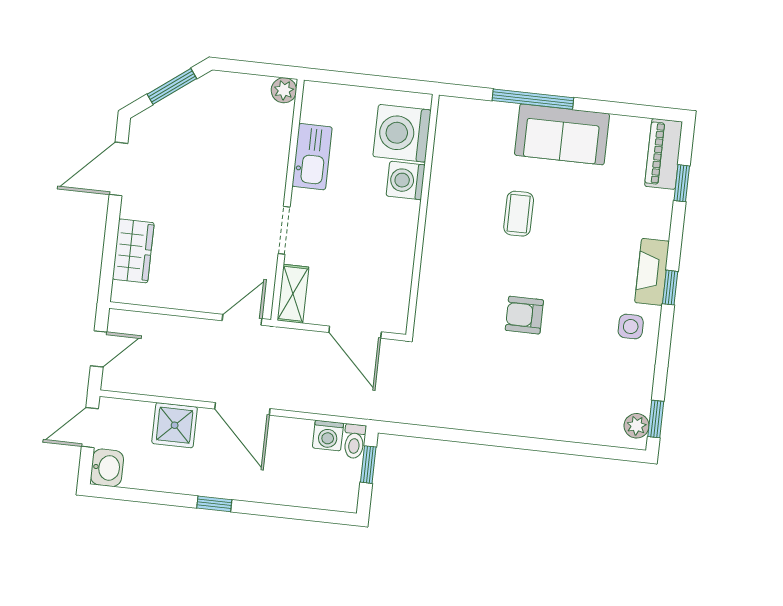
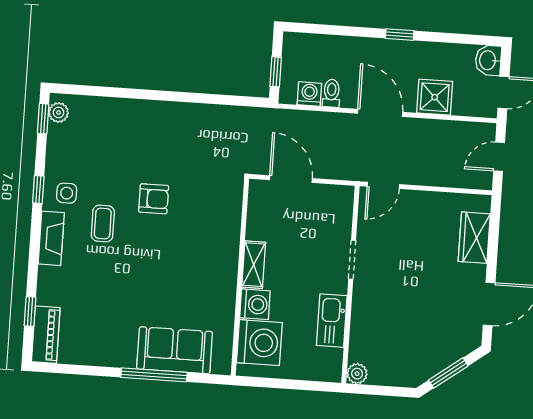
sofa: (562, 134) -> (175, 350), moved
coffee table: (519, 214) -> (103, 223), moved
window: (670, 288) -> (38, 190), moved
shelving: (293, 294) -> (254, 265), moved
toilet: (354, 441) -> (331, 93), moved

